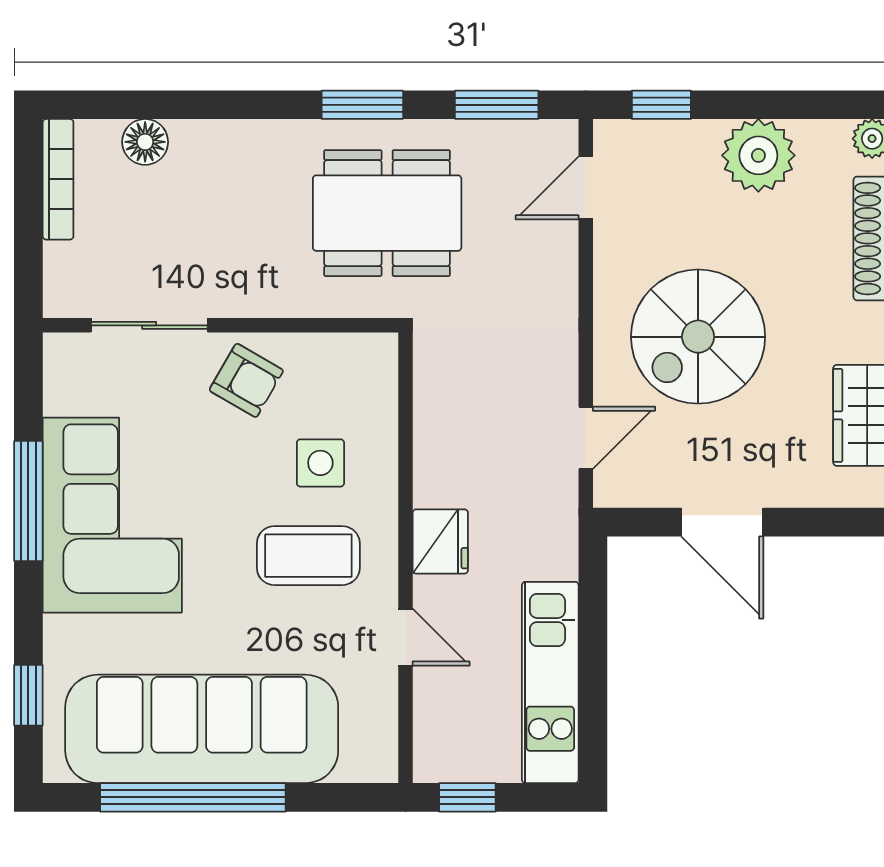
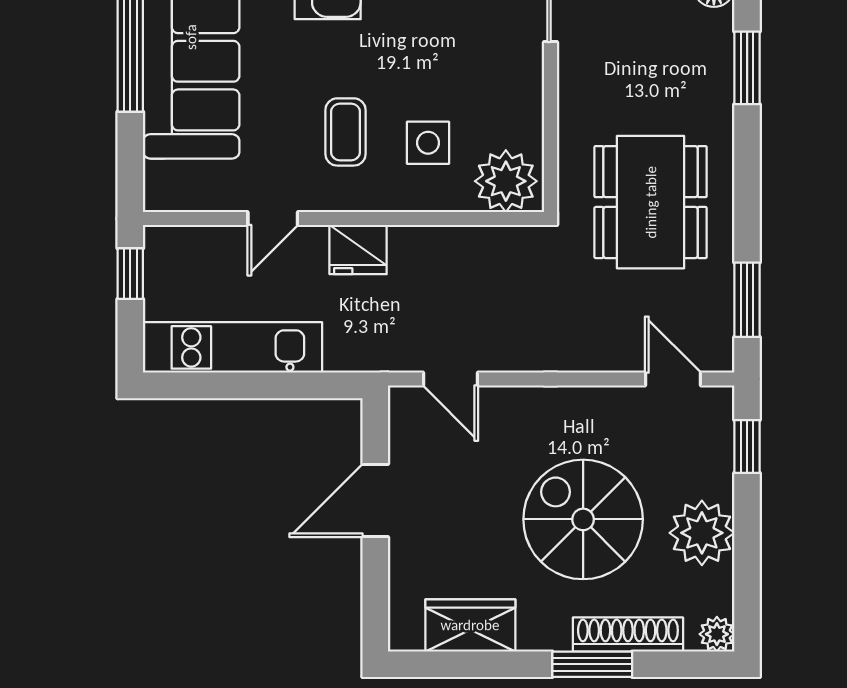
window: (362, 105) -> (747, 68), moved
spiral stairs: (698, 337) -> (583, 519), moved
plant: (364, 376) -> (506, 181), added
armchair: (246, 380) -> (502, 77), removed
coffee table: (308, 556) -> (346, 132), width x0.73, depth x0.77

